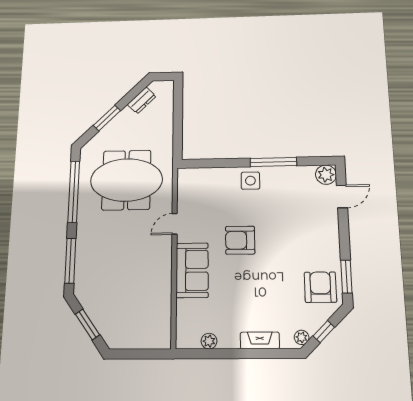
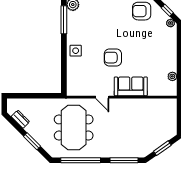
window: (273, 162) -> (64, 20), moved
armchair: (240, 240) -> (113, 58), turned 90
fireplace: (260, 340) -> (172, 47), removed

